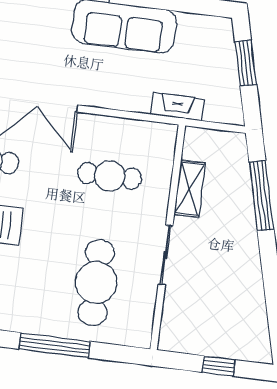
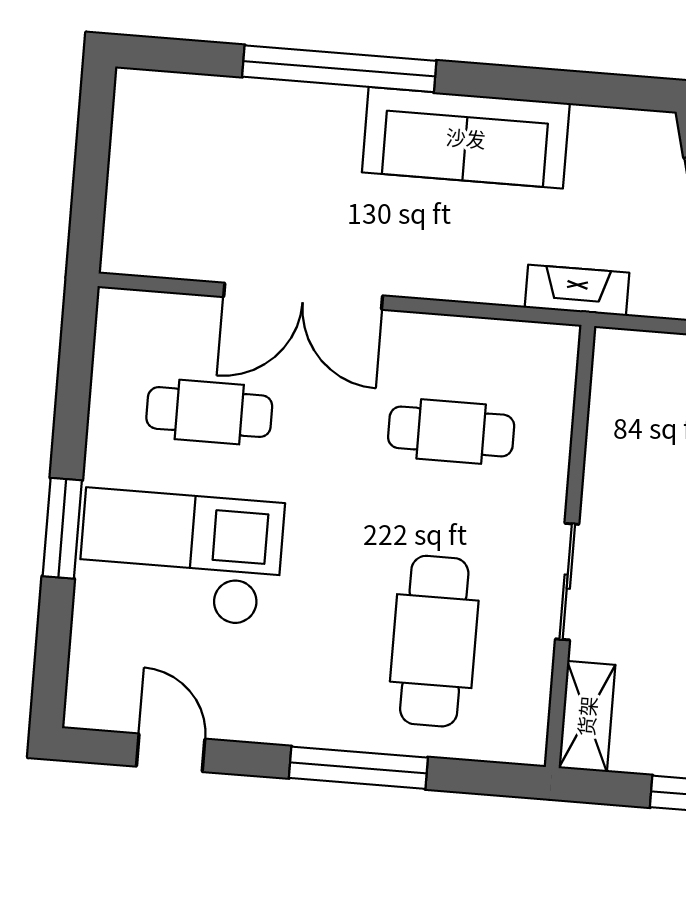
shelving: (190, 189) -> (587, 716), moved

